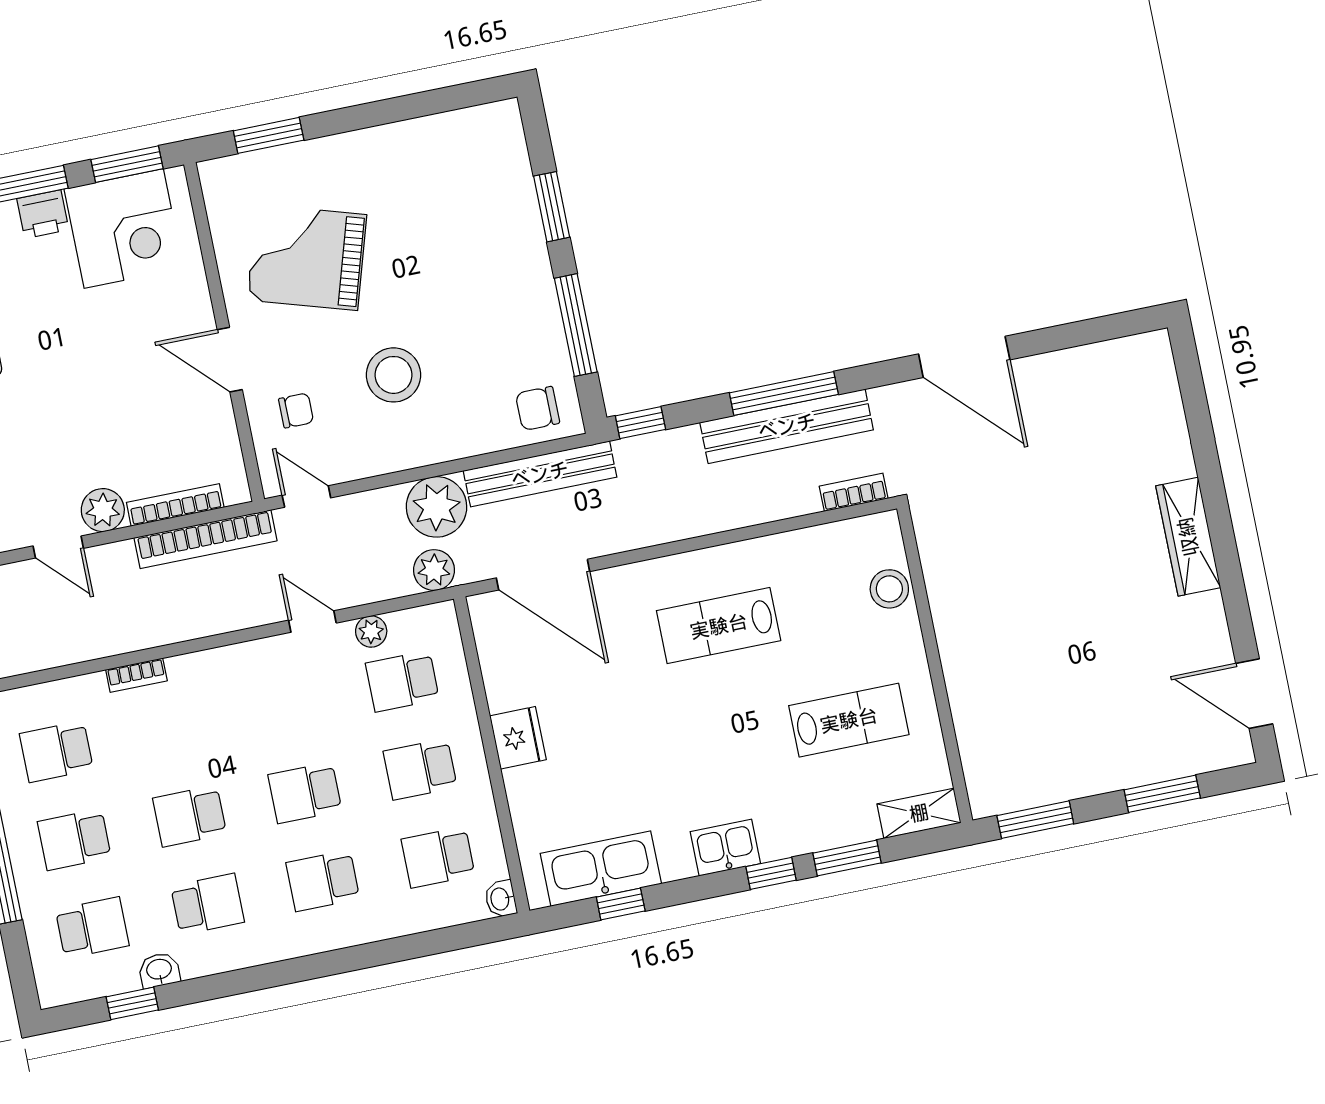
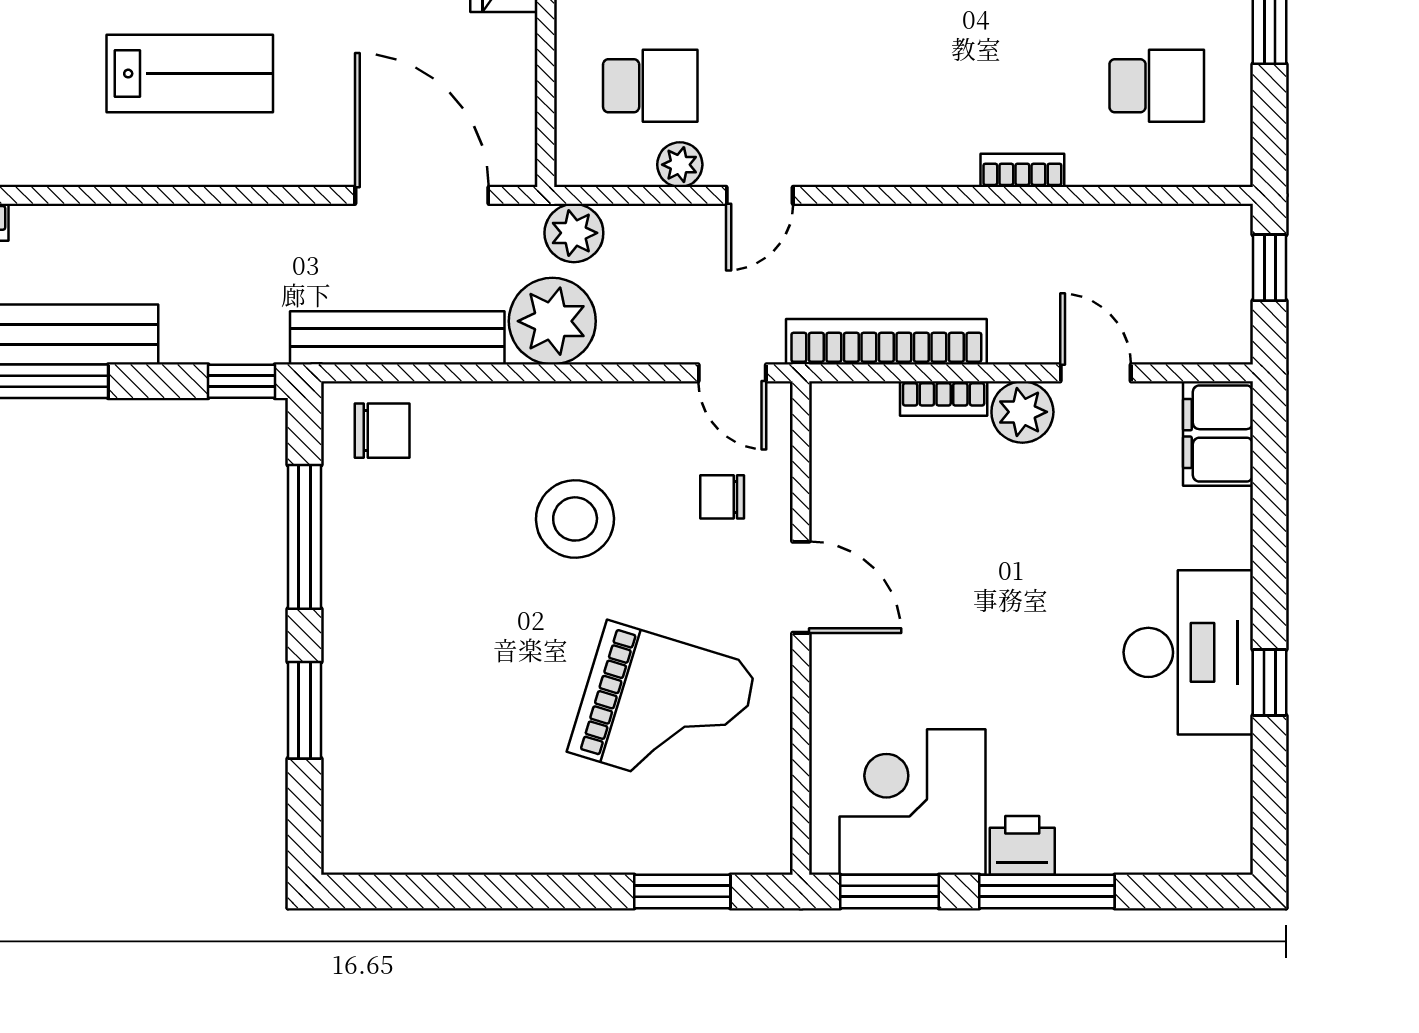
bookcase: (175, 505) -> (944, 399), width x0.64
door: (312, 622) -> (760, 195), hinge flipped

